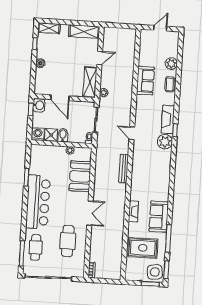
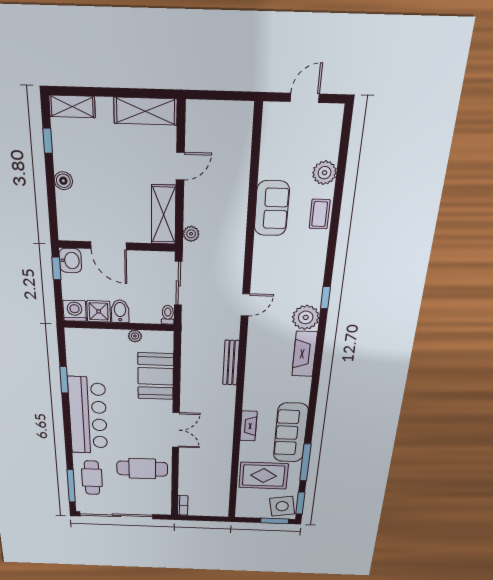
fireplace: (168, 119) -> (305, 354), moved
door: (132, 133) -> (245, 305), swing flipped
sofa: (159, 217) -> (291, 433), width x1.36
cafe table: (68, 241) -> (142, 469), turned 90

